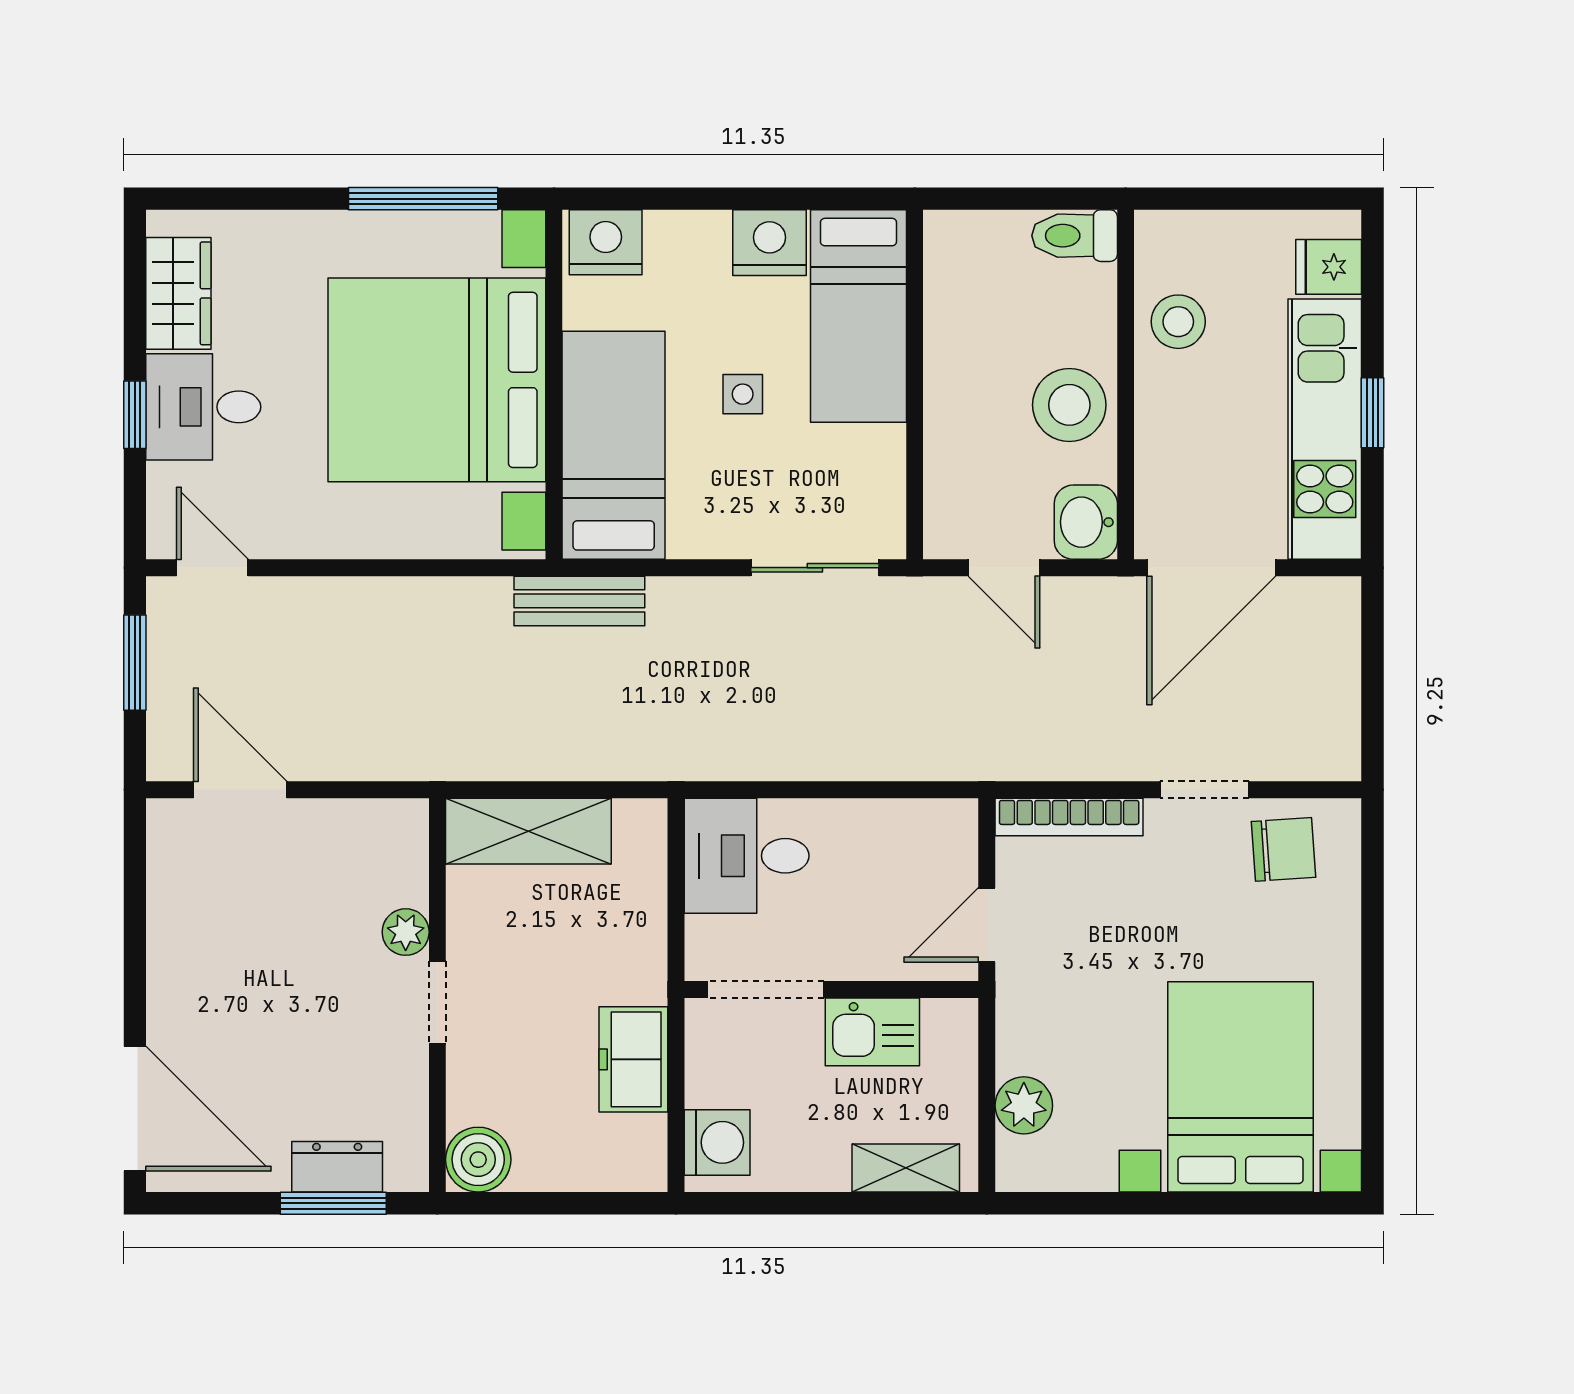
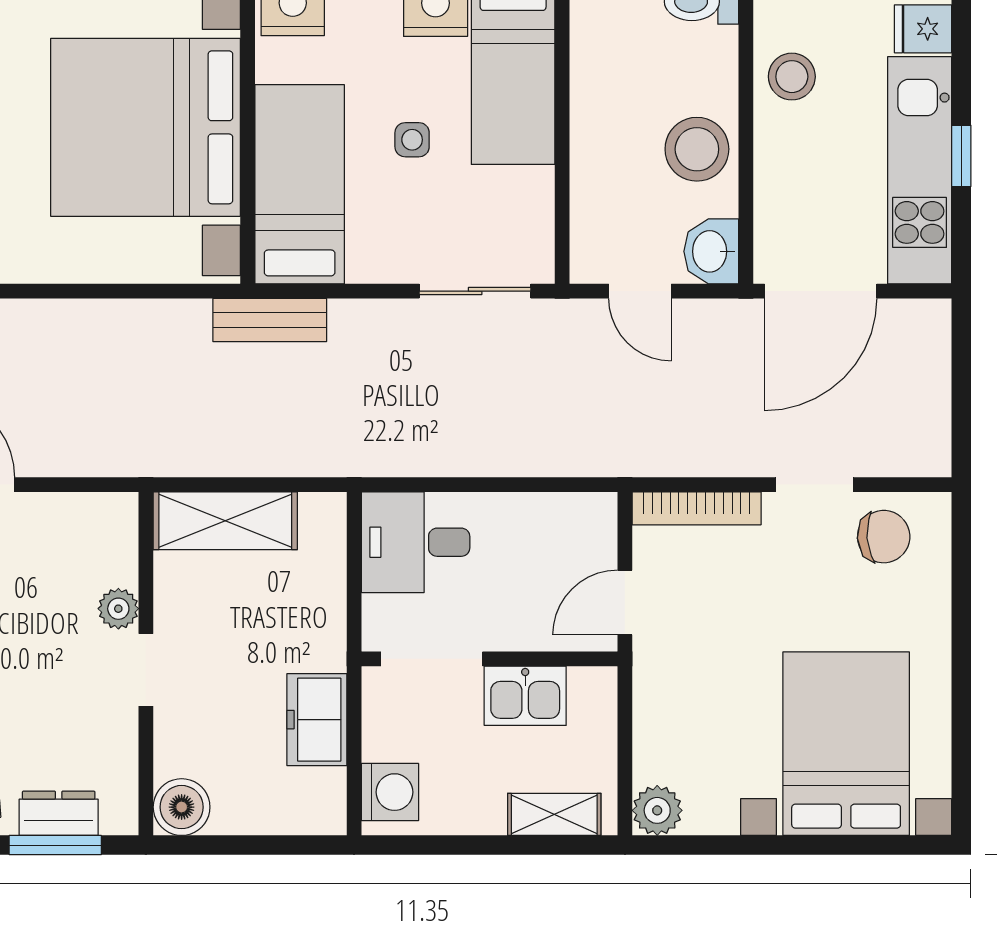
plant: (1024, 1105) -> (657, 810), moved

